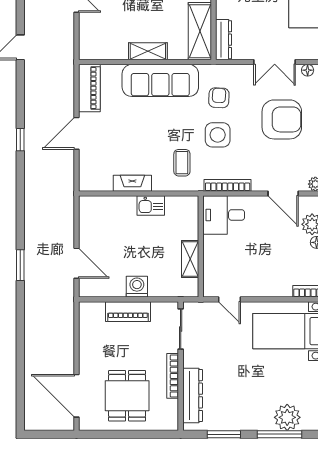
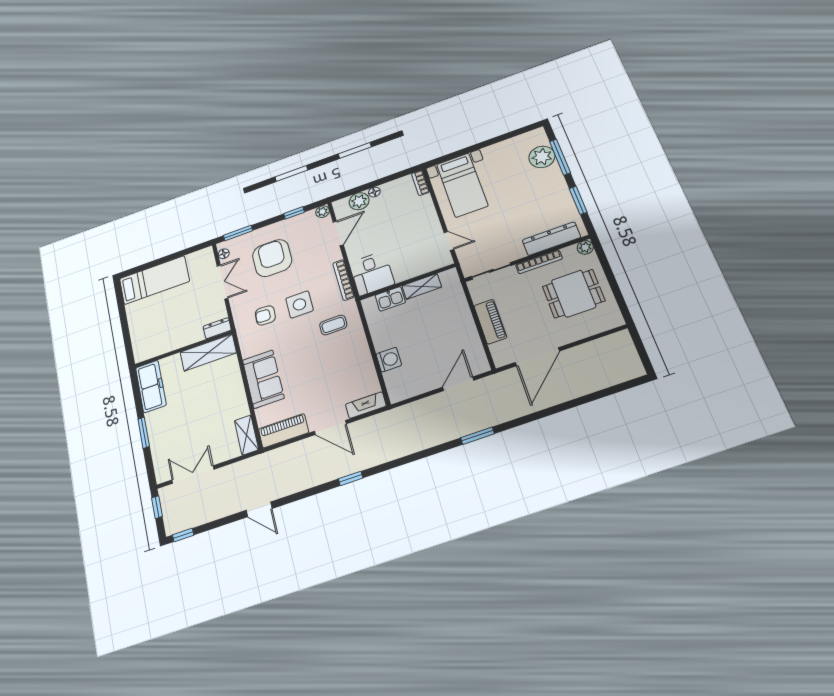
dresser: (224, 40) -> (217, 328), width x0.70
shelving: (148, 51) -> (246, 435), moved
sofa: (160, 80) -> (263, 379), width x0.73
fireplace: (132, 183) -> (366, 405), moved, turned 90
kitchen sink: (151, 206) -> (390, 299), moved, turned 90
washing machine: (137, 287) -> (389, 360), moved, turned 180
door: (230, 299) -> (449, 241), hinge flipped
door: (77, 396) -> (537, 357), moved
plant: (171, 423) -> (585, 247), added

